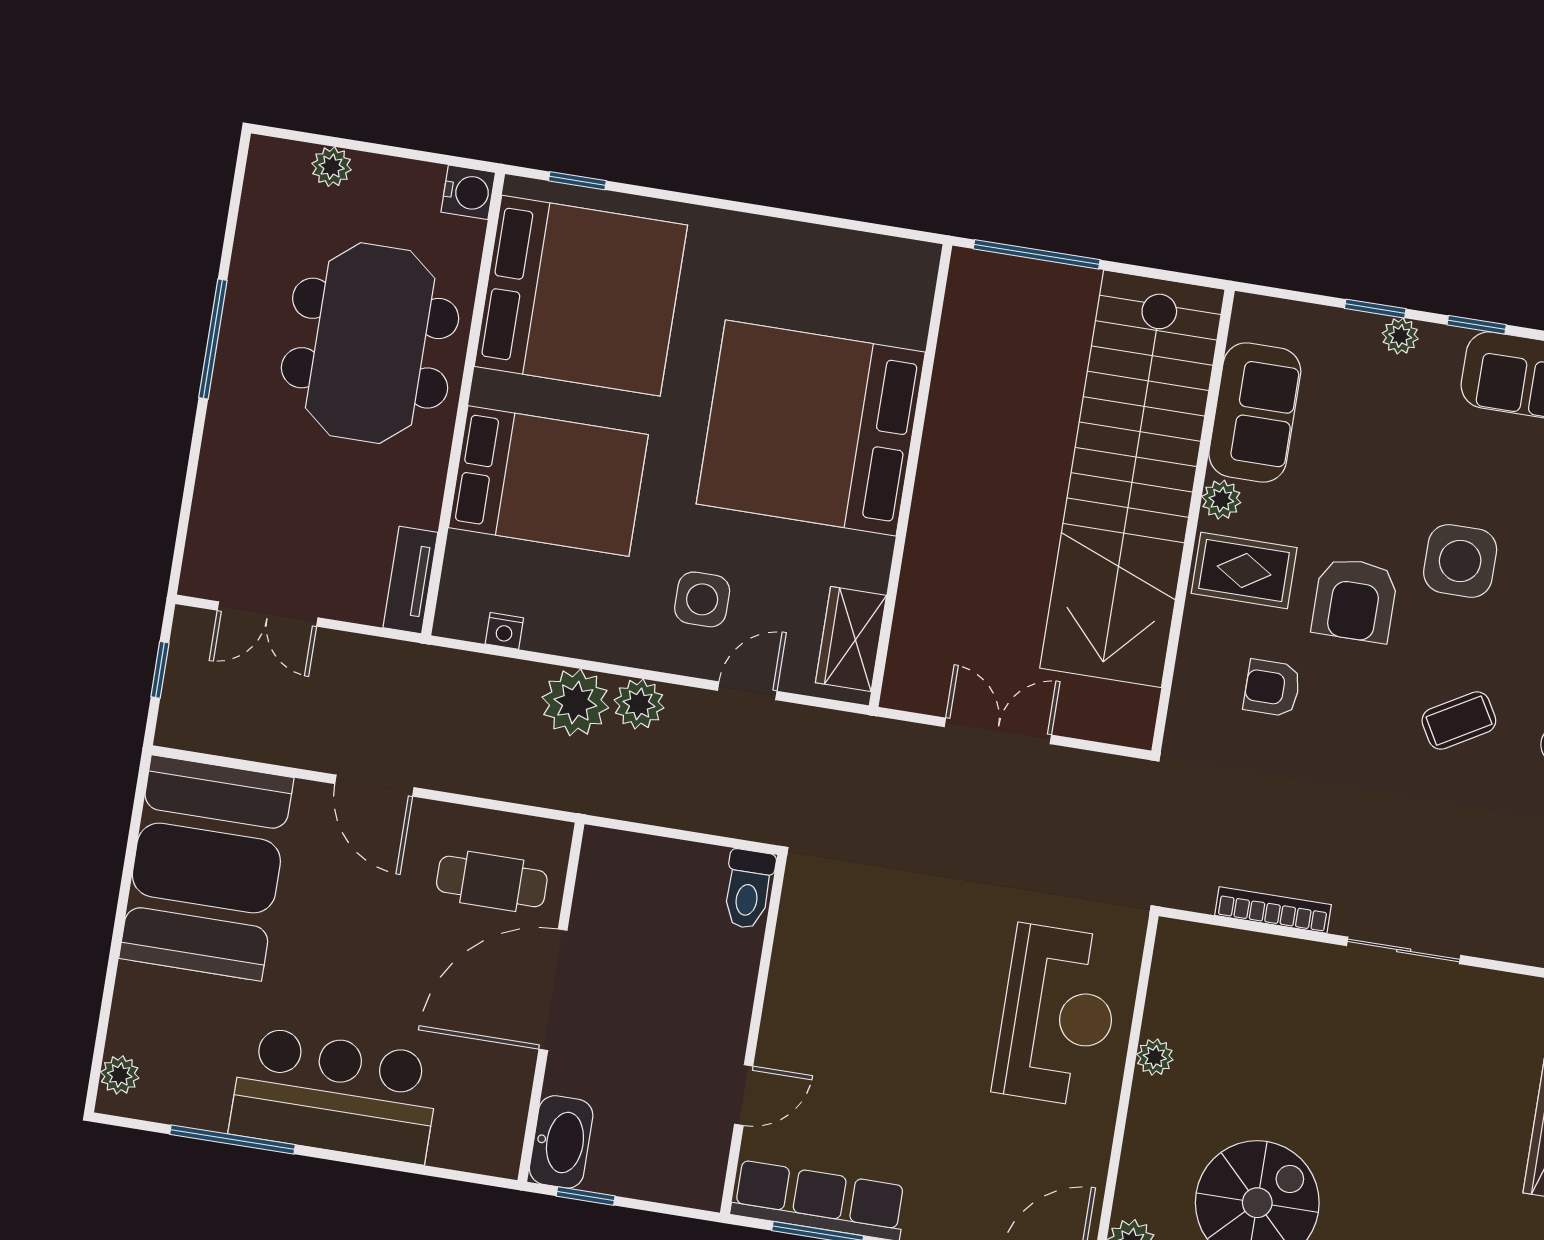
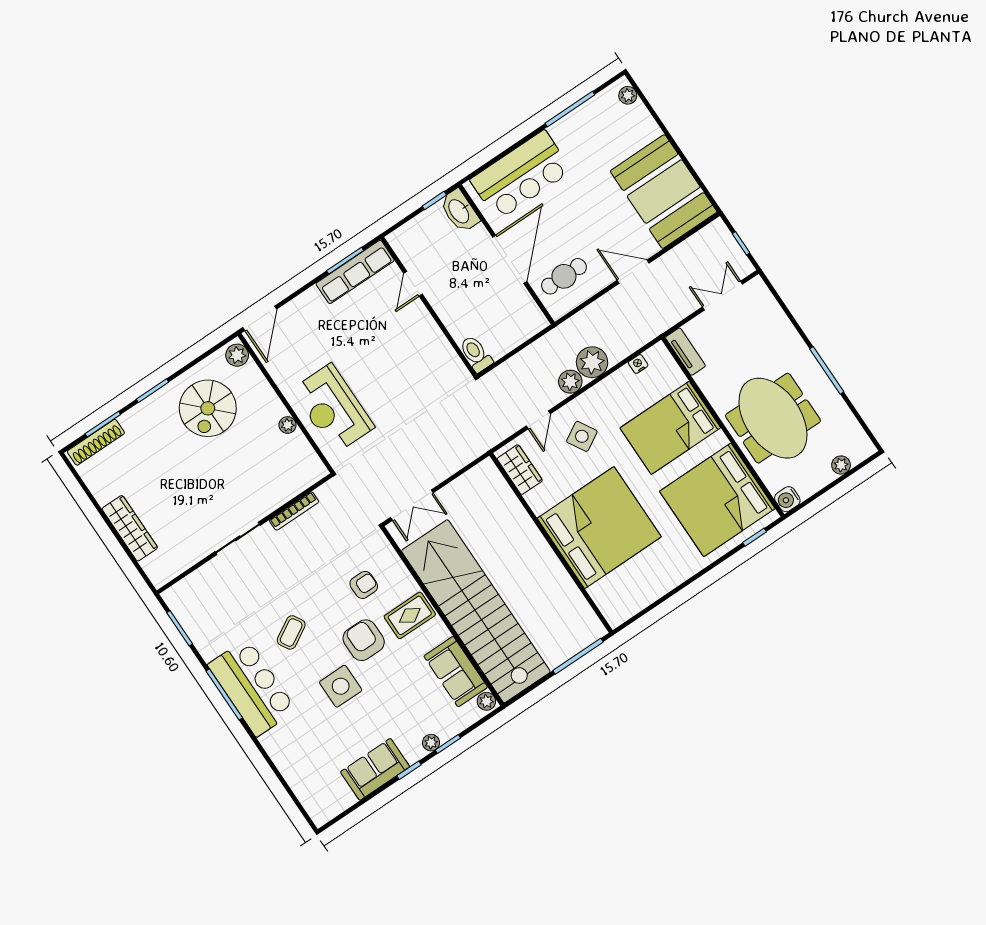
plant: (1221, 500) -> (486, 701), moved
side table: (702, 599) -> (582, 436), turned -30
double door: (998, 731) -> (412, 505), moved
bar counter: (335, 1095) -> (521, 175), moved

